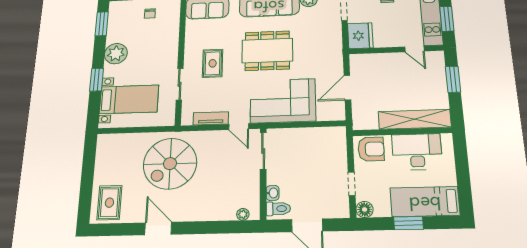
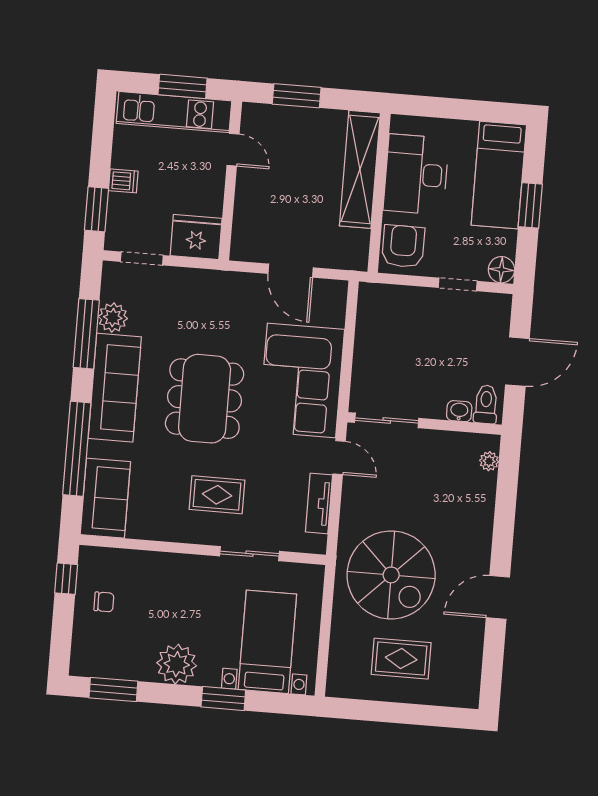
door: (414, 49) -> (233, 150), hinge flipped
door: (239, 127) -> (339, 458), hinge flipped
rug: (109, 203) -> (401, 659), moved

